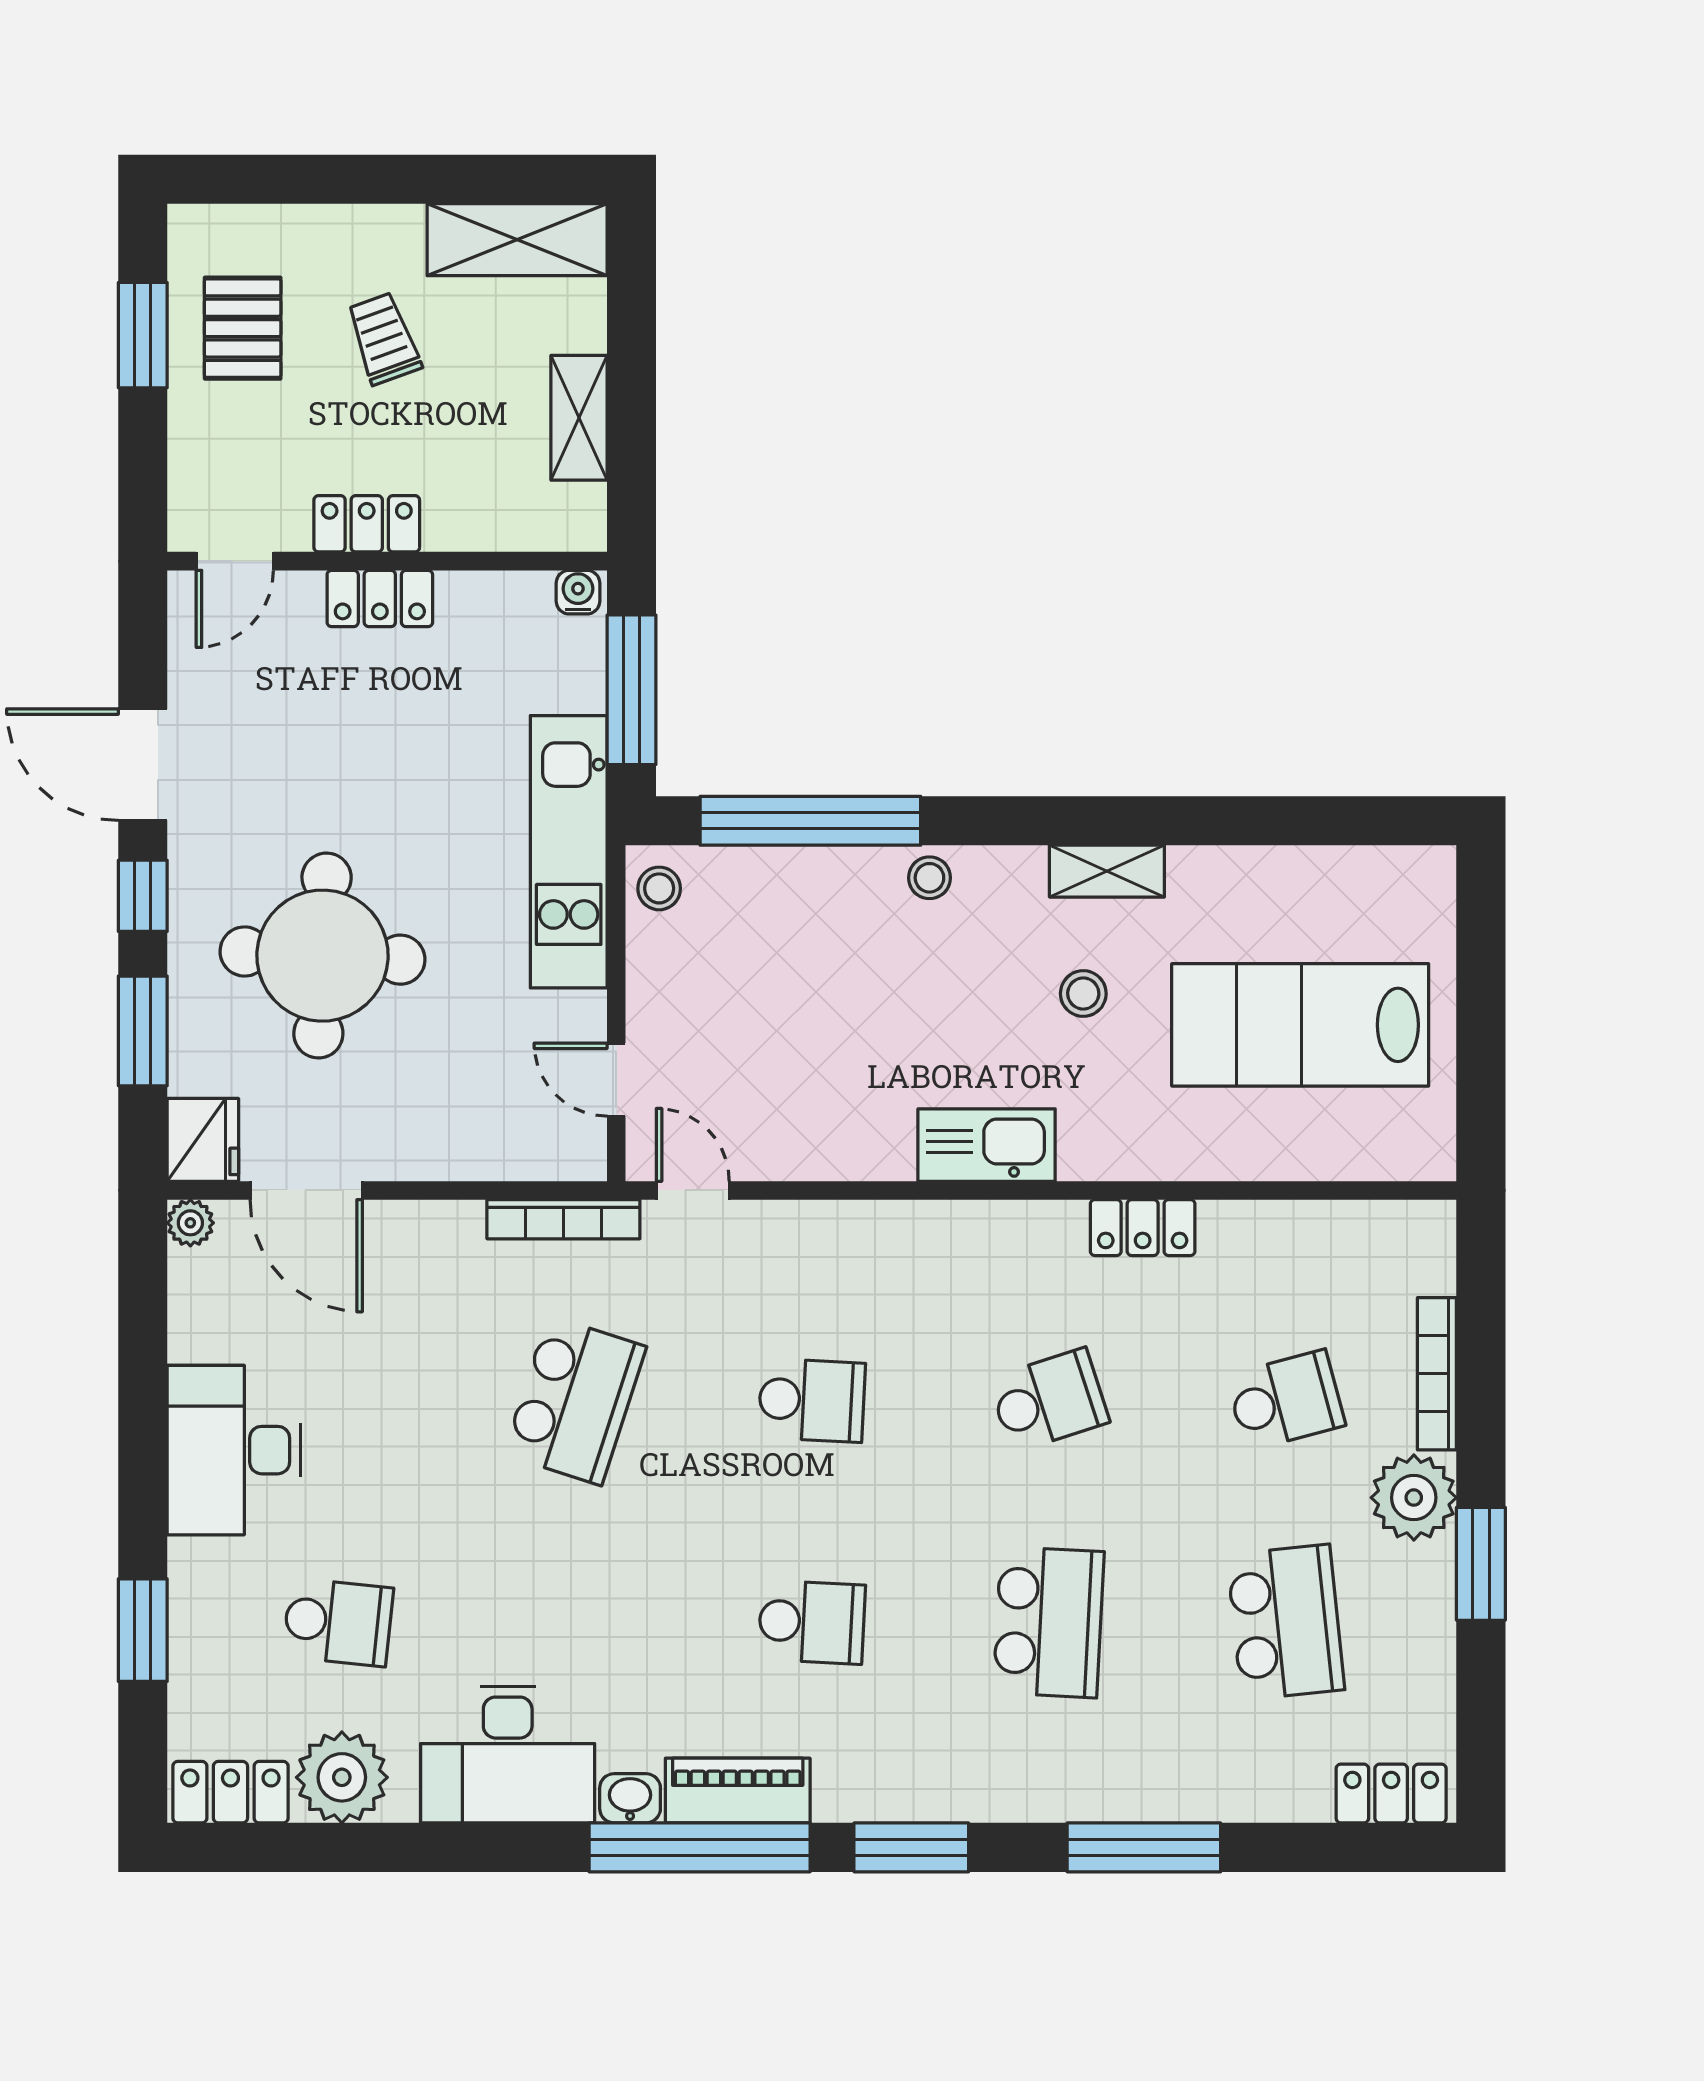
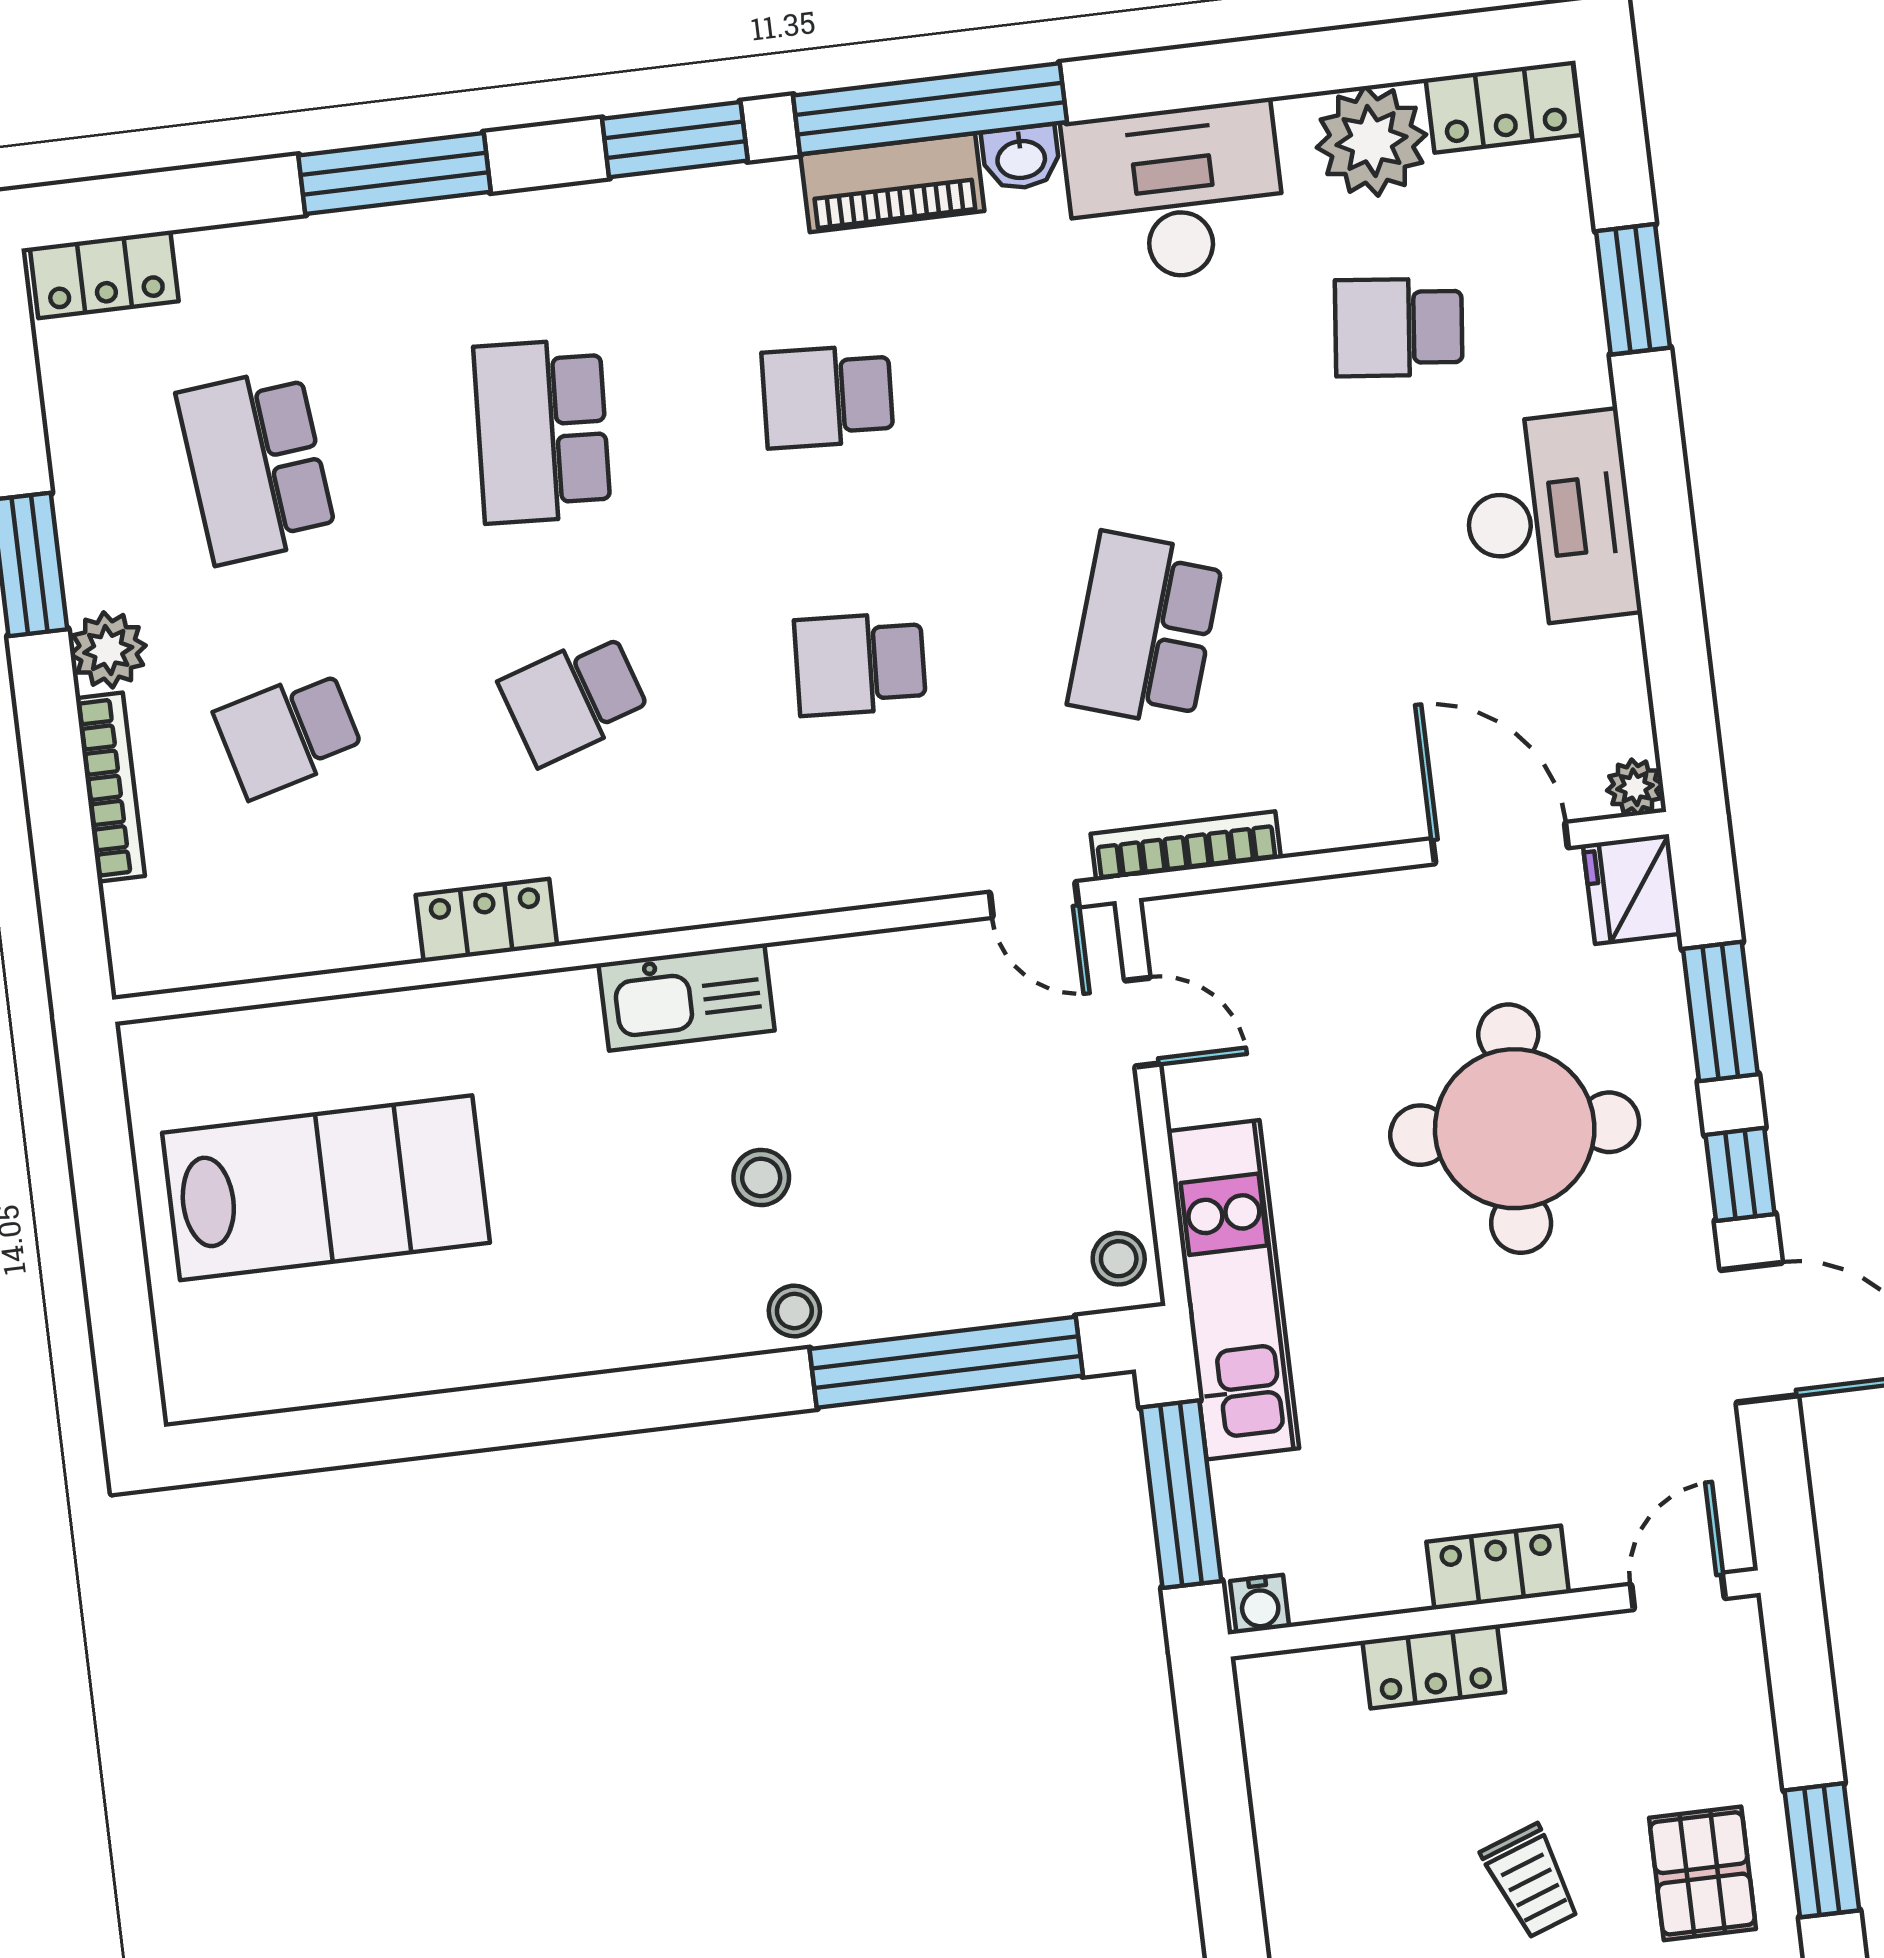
shelving: (579, 418) -> (1284, 1814), removed
locker: (367, 524) -> (1434, 1667), moved
shelving: (1107, 871) -> (581, 1345), removed
stool: (1083, 994) -> (761, 1177), moved
plant: (1414, 1498) -> (108, 650), width x0.73, depth x0.73

